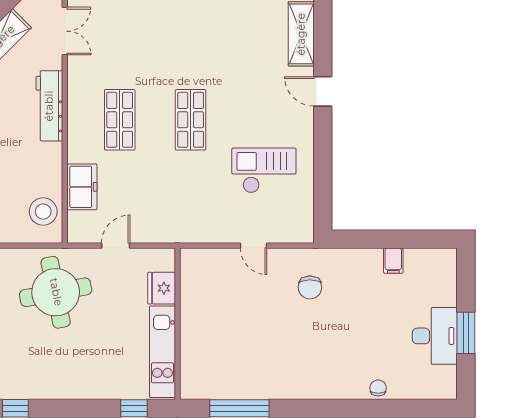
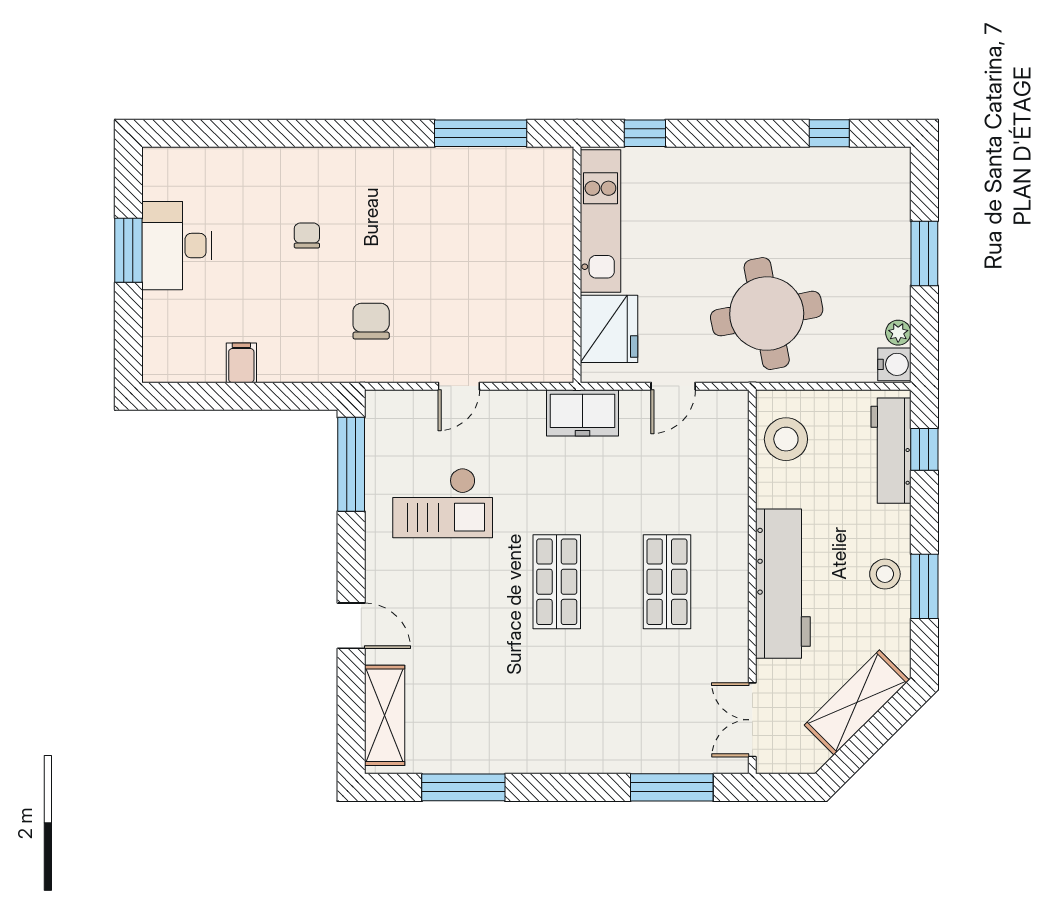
workbench: (49, 106) -> (783, 584), width x1.36, depth x1.32
freezer: (82, 187) -> (583, 413), moved, turned -90
window: (323, 195) -> (351, 464), added
door: (253, 246) -> (459, 386), swing flipped
fridge: (162, 288) -> (609, 329), width x1.36, depth x1.34
chair: (378, 388) -> (307, 235), moved, turned 180

